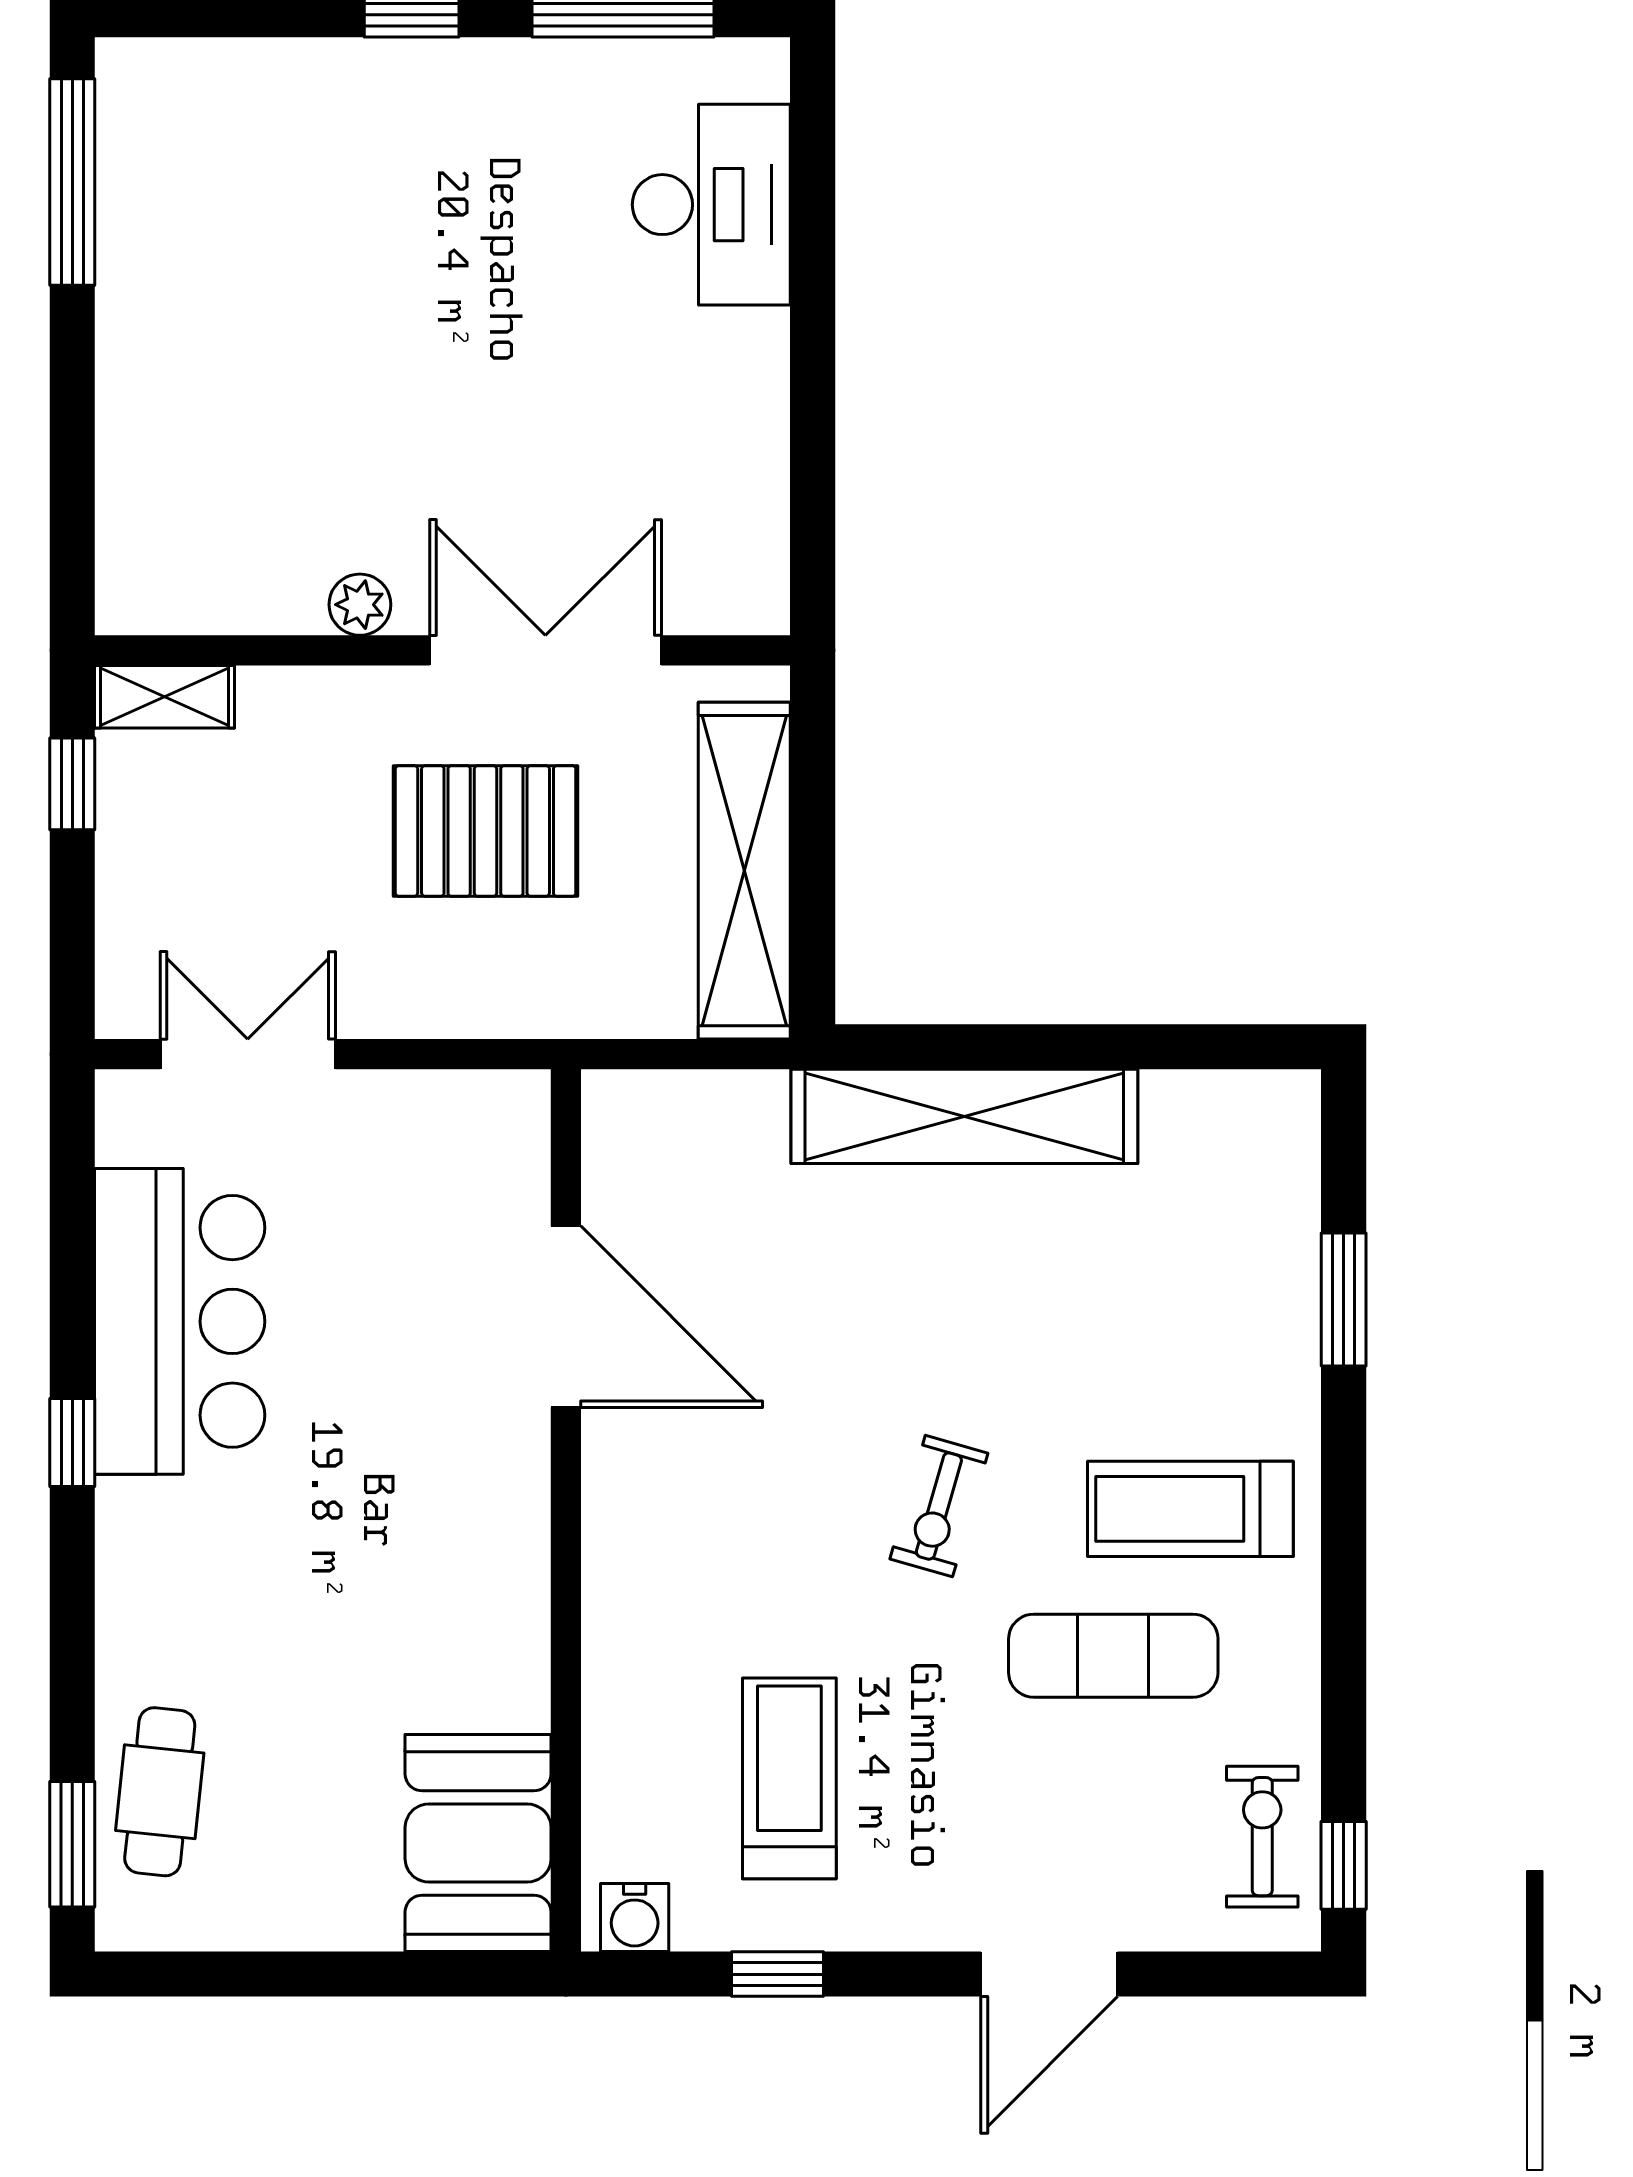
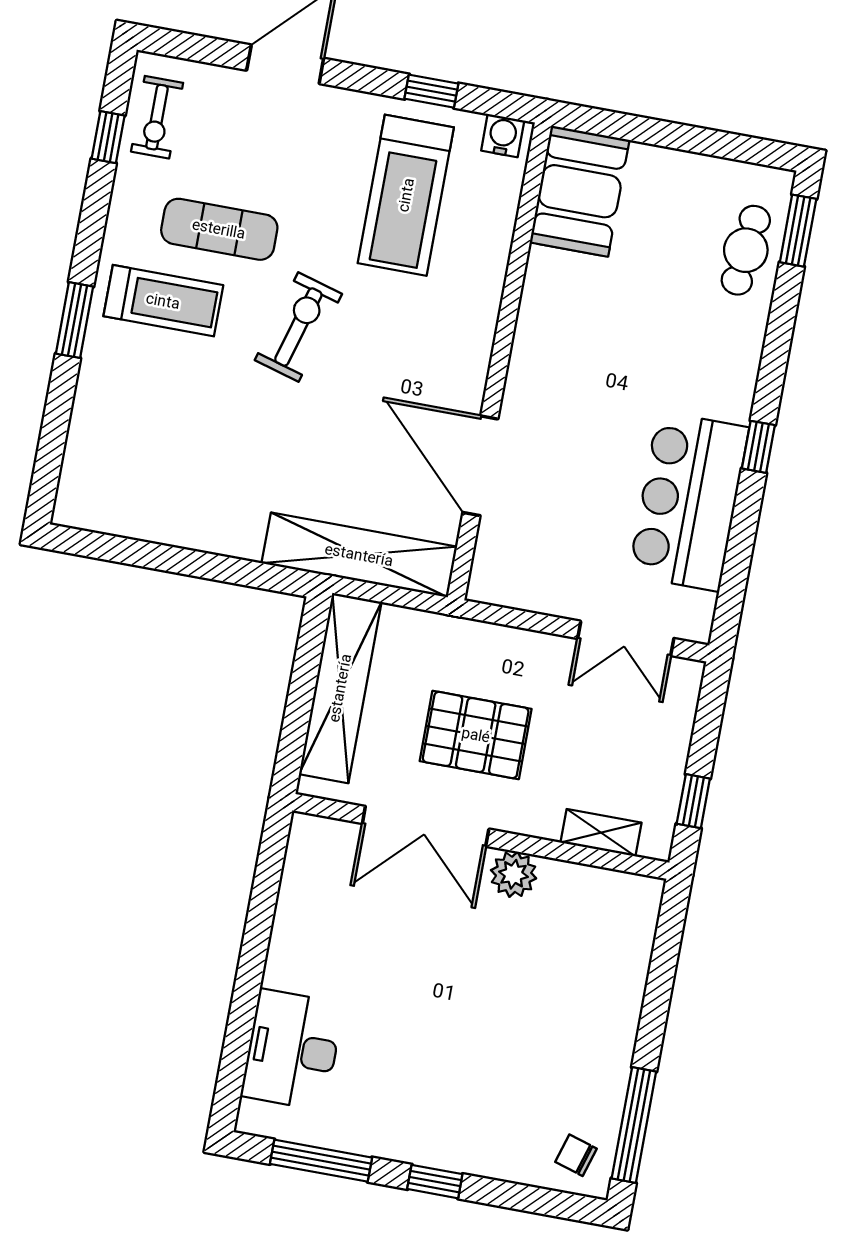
chair: (166, 109) -> (576, 1155), added
plant: (360, 605) -> (514, 874), width x1.38, depth x1.38
shelving: (165, 697) -> (601, 833), moved
shelving: (964, 1116) -> (359, 555), moved
window: (1344, 1300) -> (75, 320), moved
exercise bike: (939, 1506) -> (298, 327), width x1.38, depth x1.39
treadmill: (789, 1778) -> (406, 195), width x1.37, depth x1.38
window: (1344, 1865) -> (108, 137), moved

